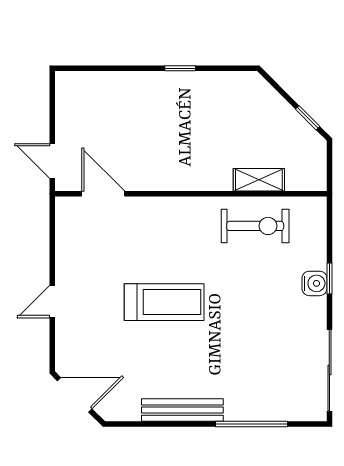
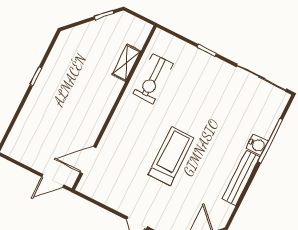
exercise bike: (255, 226) -> (153, 79), turned 180
water cooler: (314, 283) -> (257, 145), moved, turned 90

